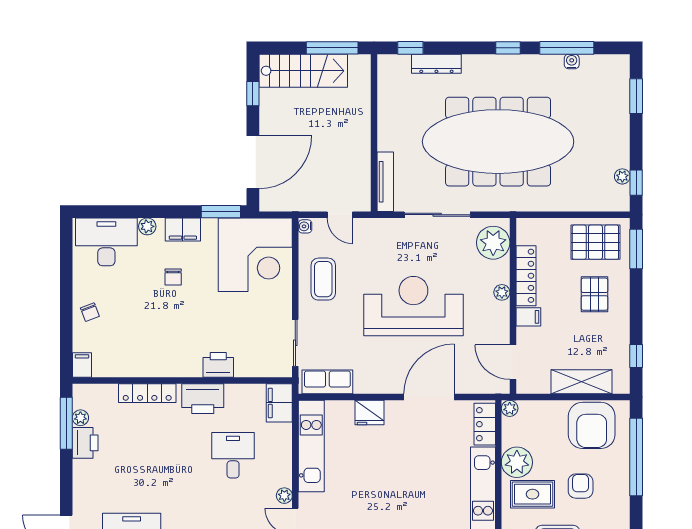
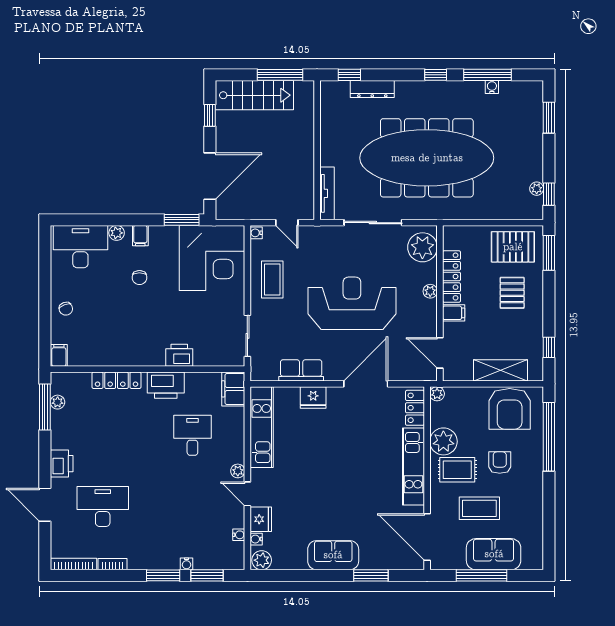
filing cabinet: (183, 229) -> (140, 236), width x0.50
row of seats: (327, 382) -> (301, 370), moved
printer: (85, 443) -> (62, 464), moved

